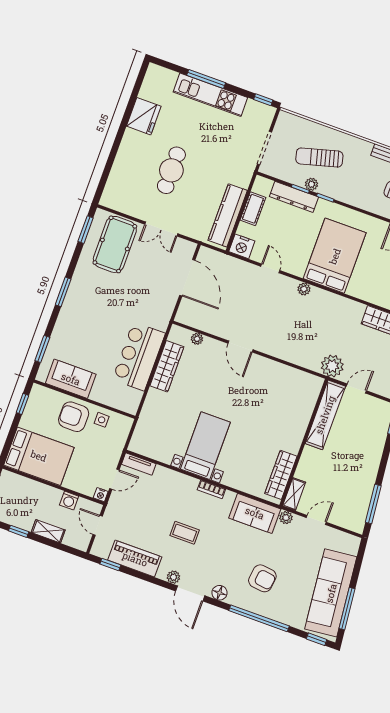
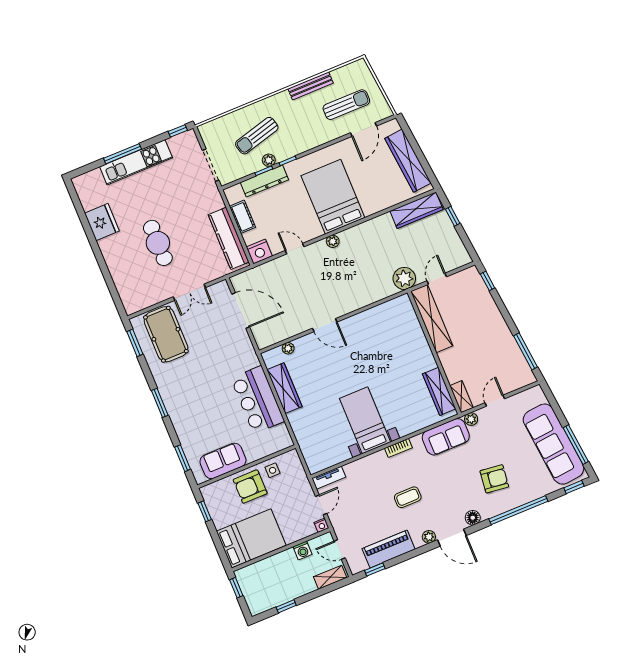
shelving: (48, 531) -> (330, 577), moved

